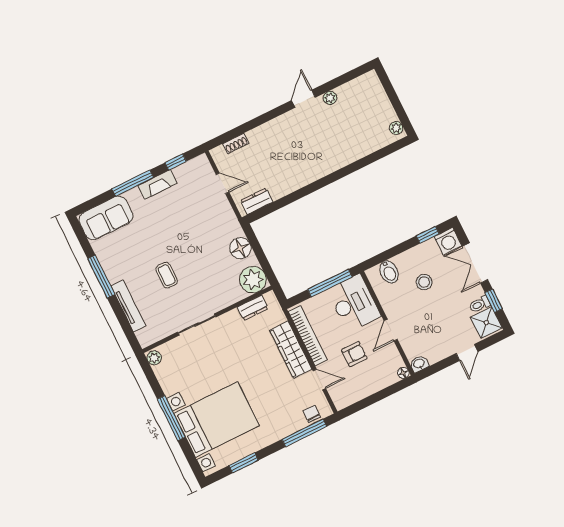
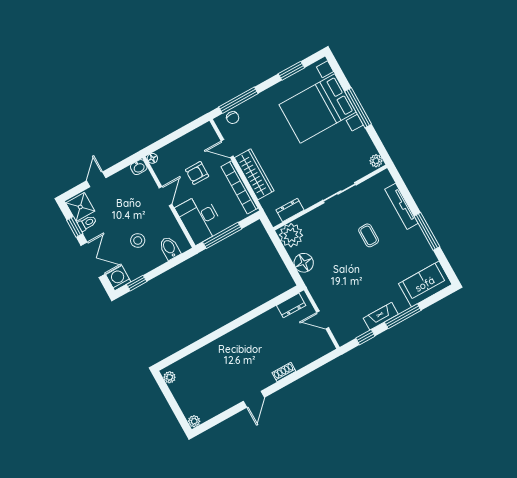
plant: (330, 98) -> (194, 421), moved
shoe rack: (236, 144) -> (284, 372), moved

